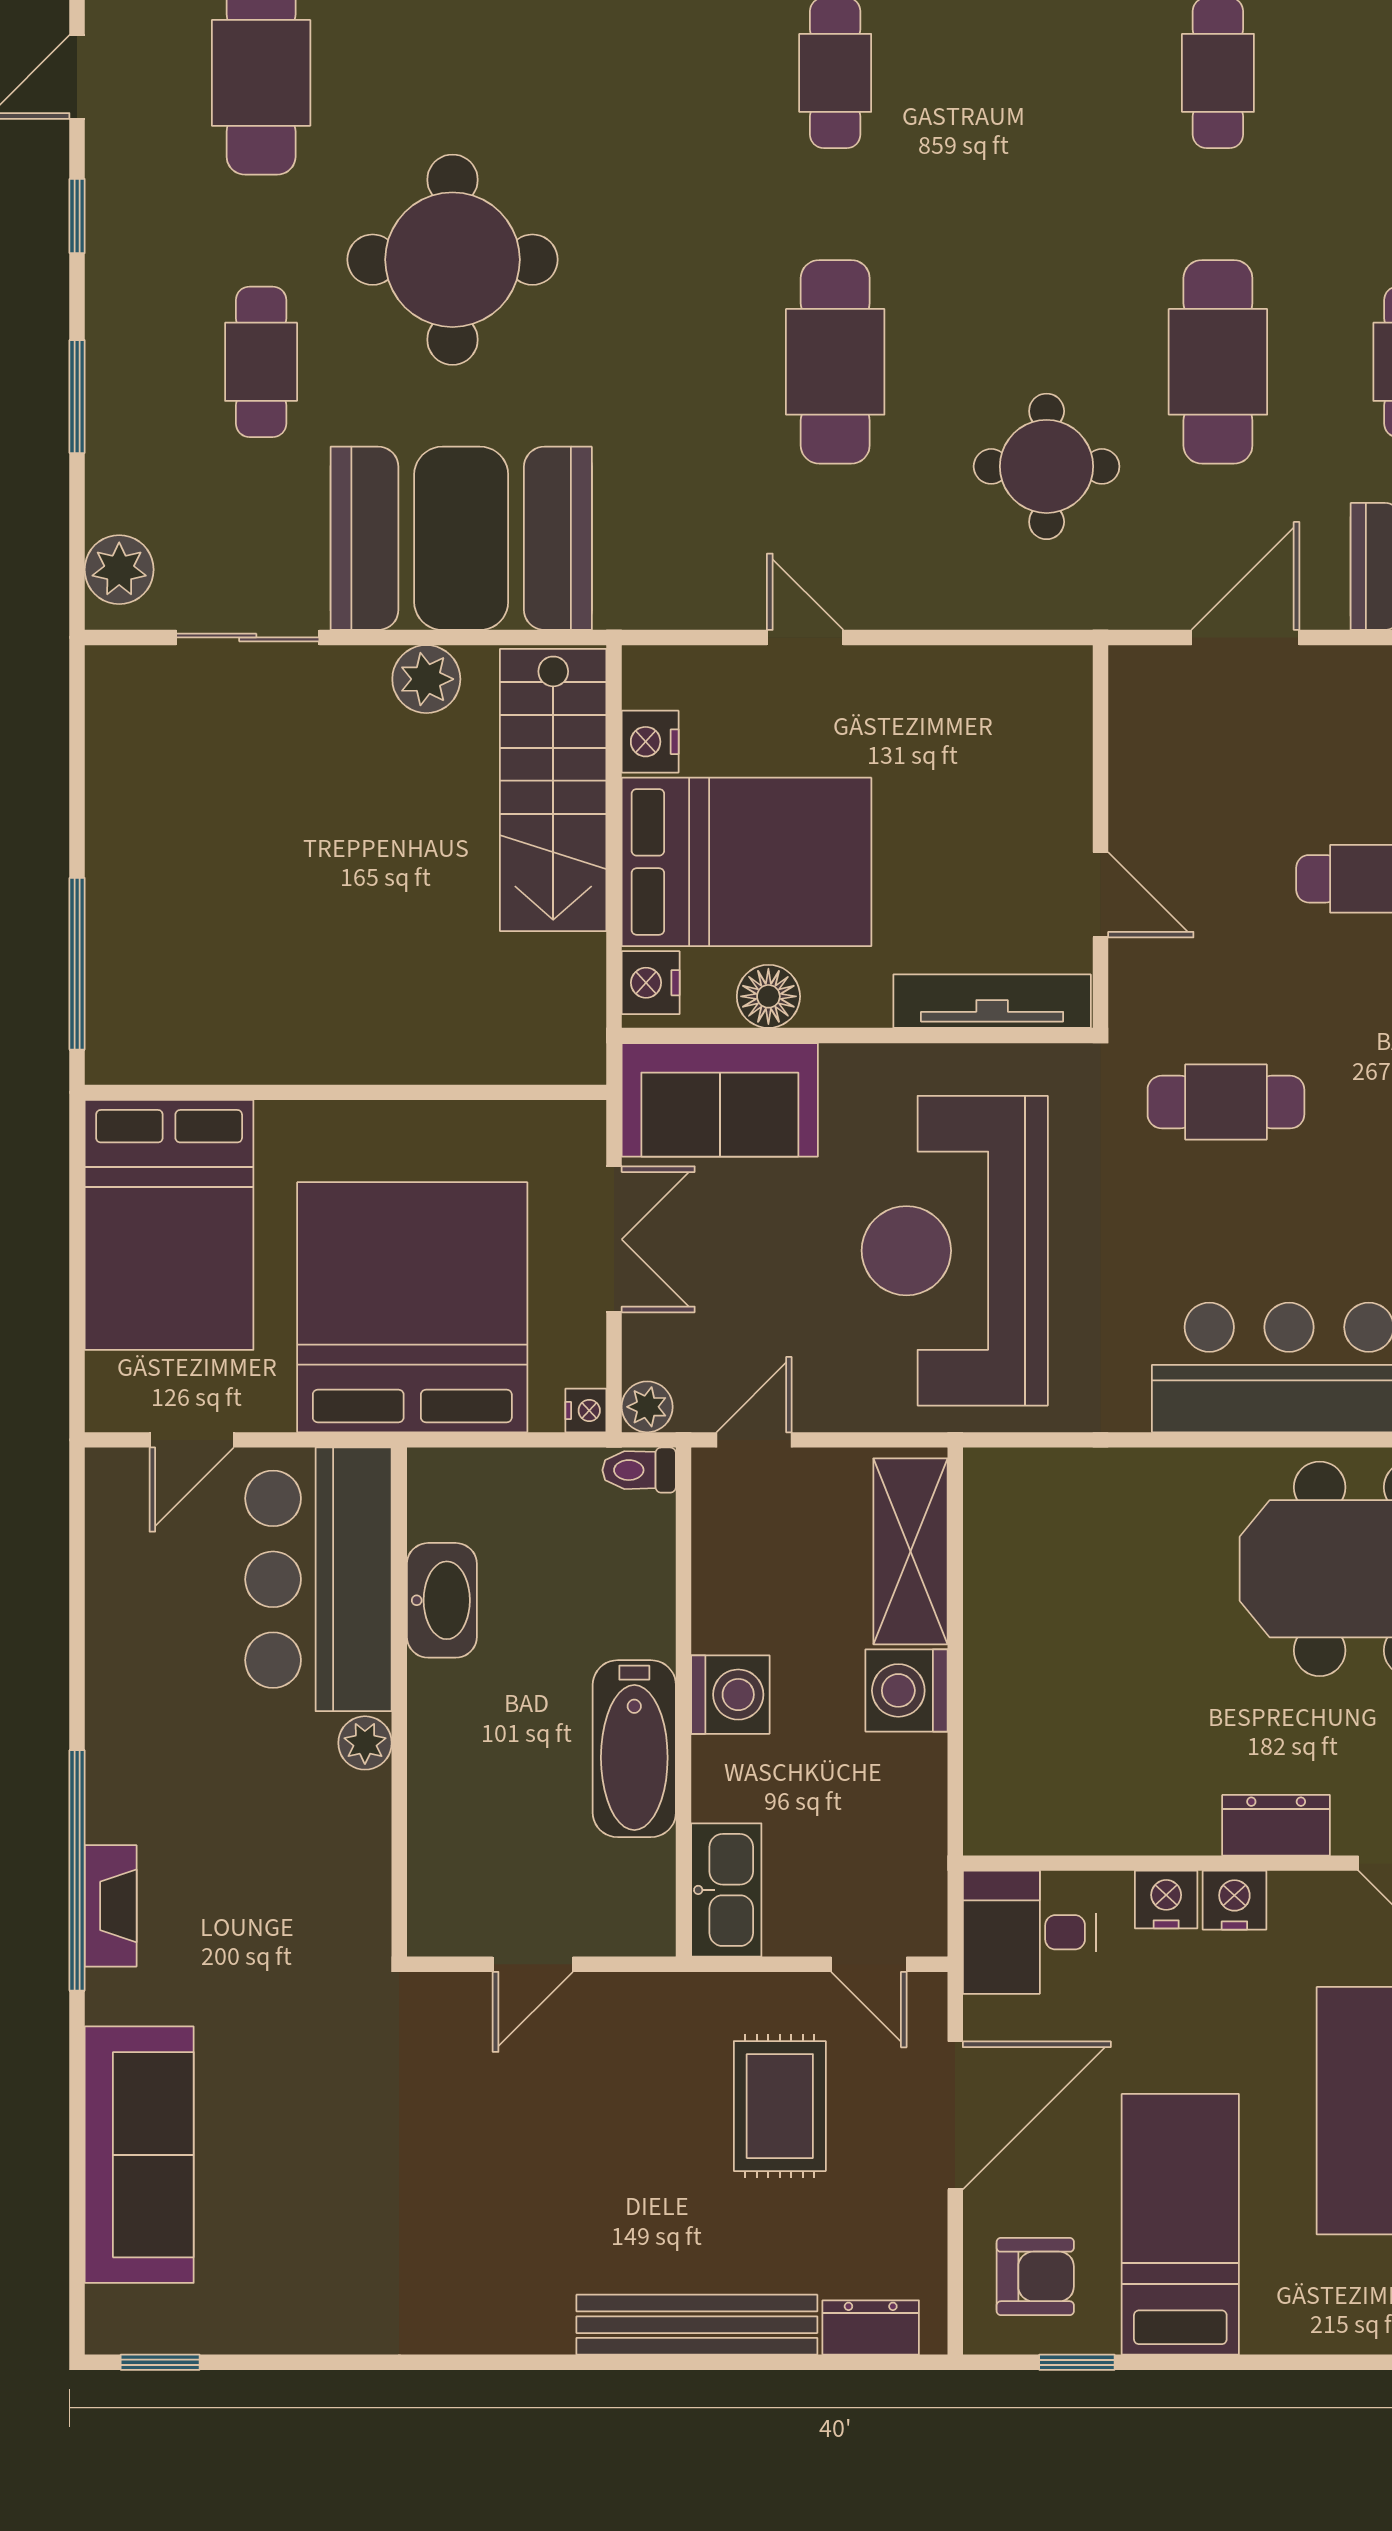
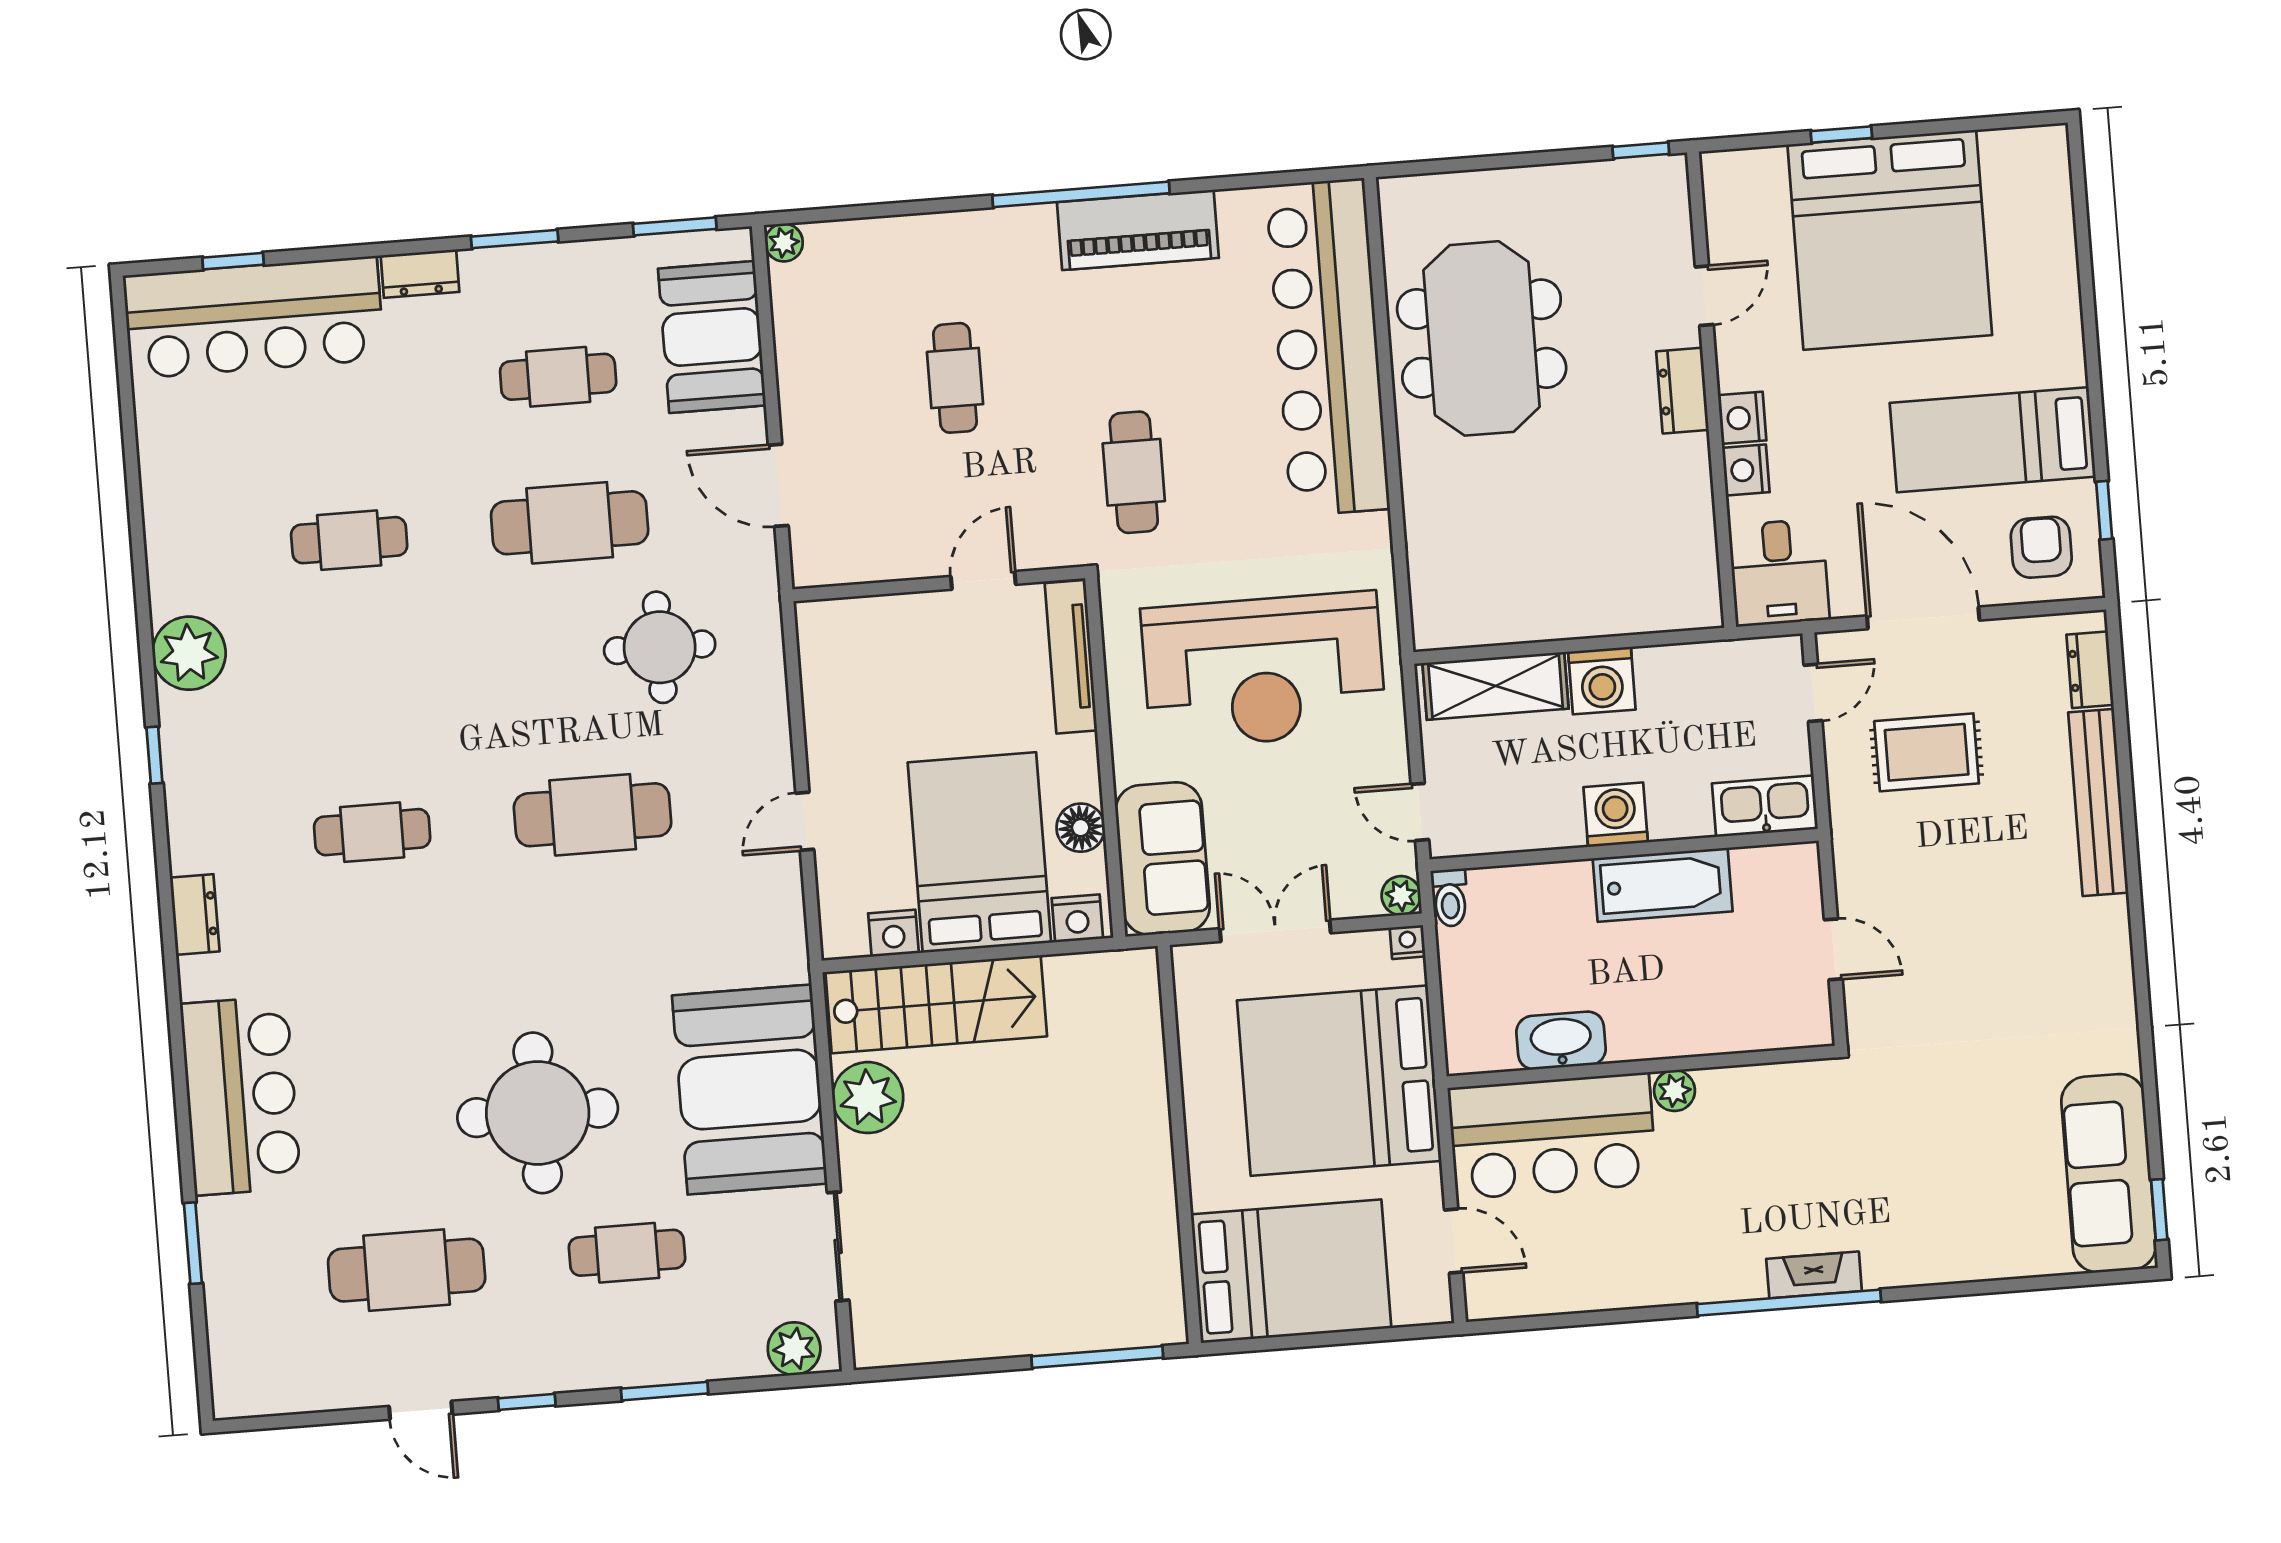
plant: (426, 679) -> (868, 1098), width x1.36, depth x1.36
sofa: (139, 2155) -> (2109, 1173), moved, turned -90

